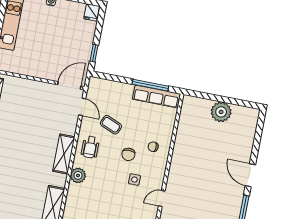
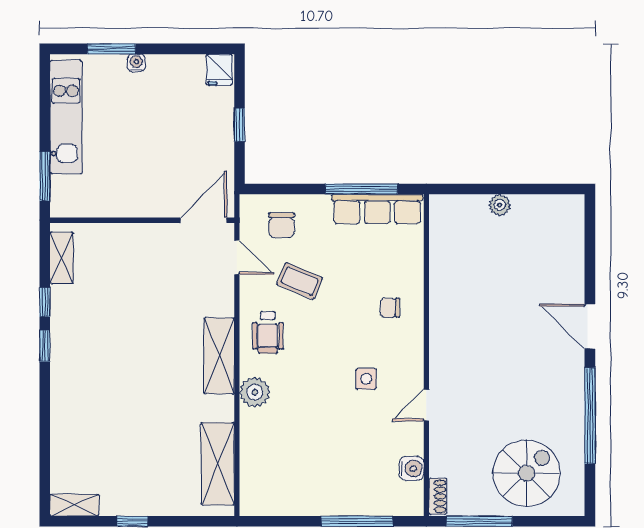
window: (94, 53) -> (239, 125), moved
plant: (221, 112) -> (500, 205), width x0.53, depth x0.53
chair: (128, 154) -> (282, 225), moved

